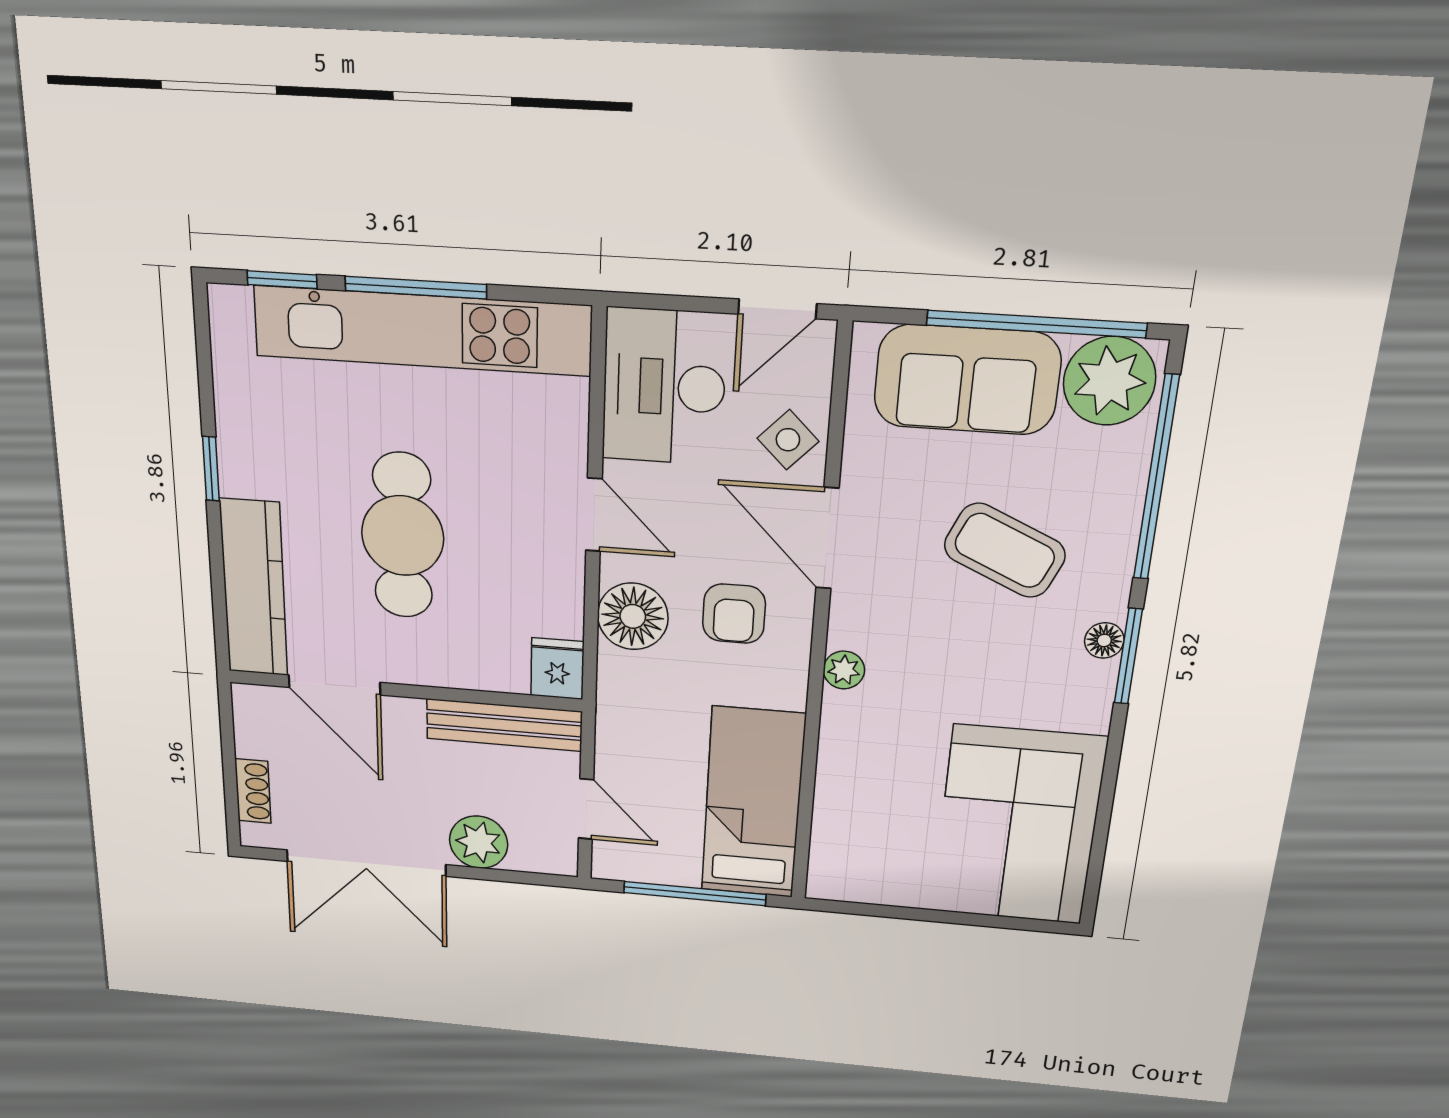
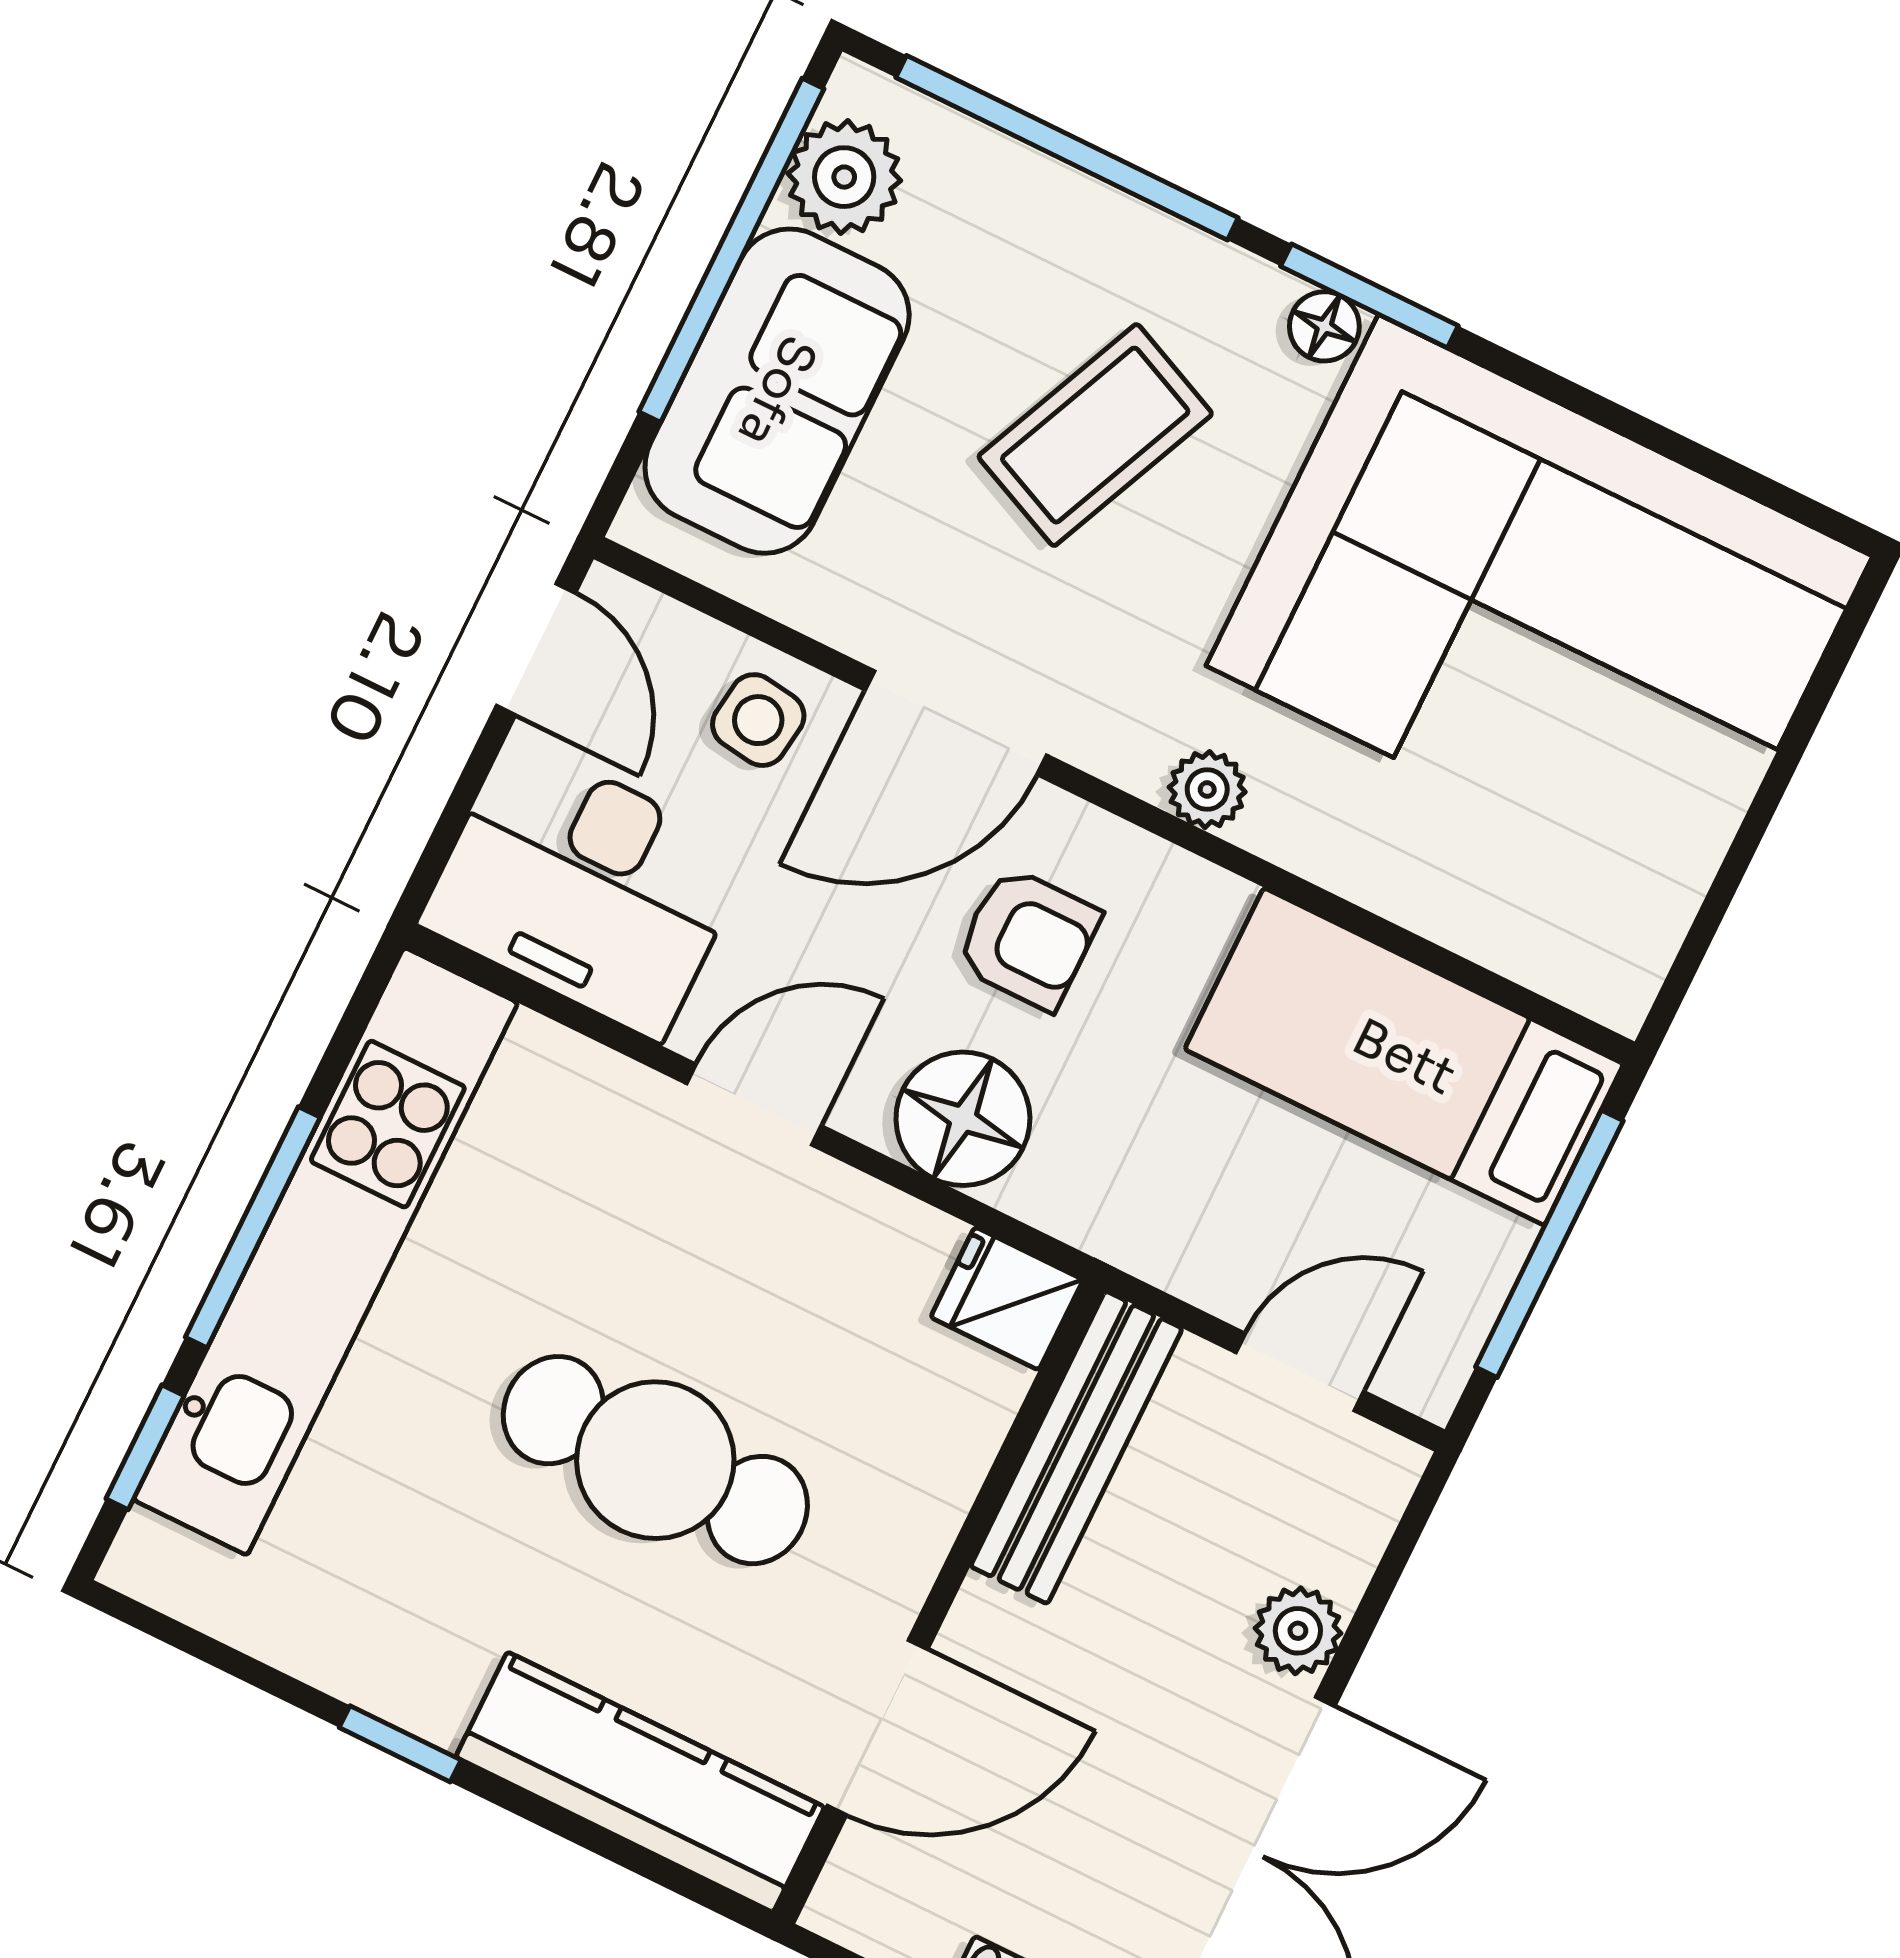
plant: (1110, 381) -> (844, 177), width x0.73, depth x0.73
side table: (788, 440) -> (758, 720), turned -36
corner sofa: (1018, 826) -> (1539, 611), width x1.36, depth x1.36
plant: (479, 842) -> (1298, 1631), width x0.73, depth x0.73

